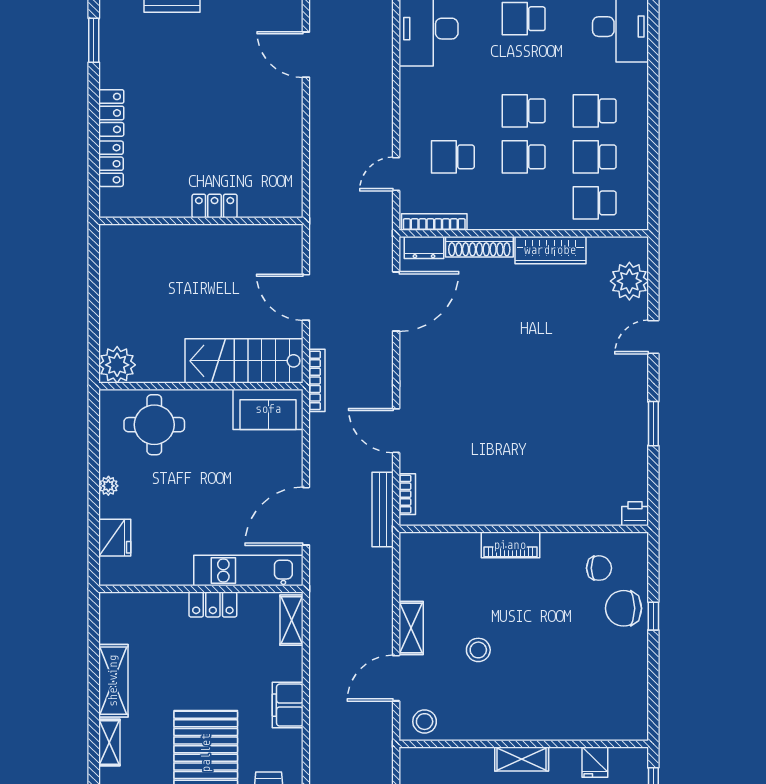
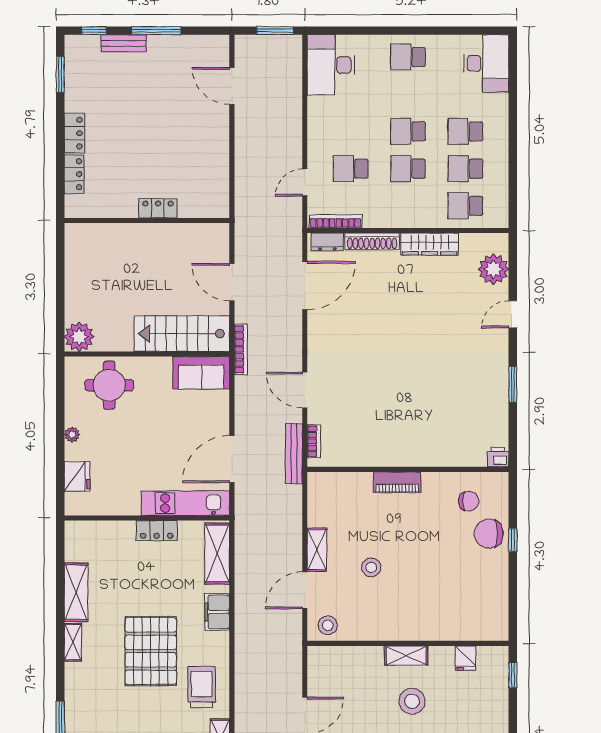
shelving: (292, 620) -> (217, 554), width x1.50, depth x1.33

